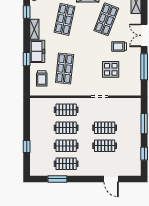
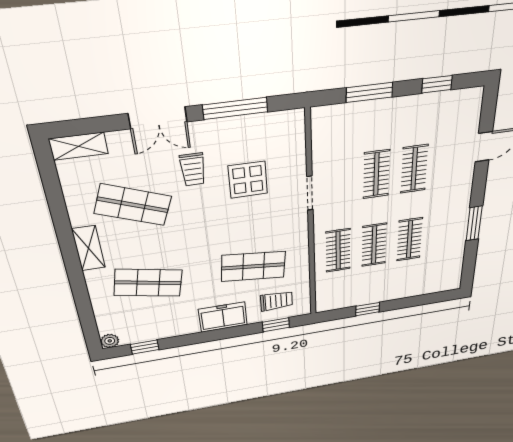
shelving: (34, 29) -> (178, 329), removed
window: (27, 59) -> (276, 325), moved
window: (27, 146) -> (368, 309), moved
clothes rail: (66, 164) -> (444, 234), removed
window: (57, 179) -> (474, 223), moved

